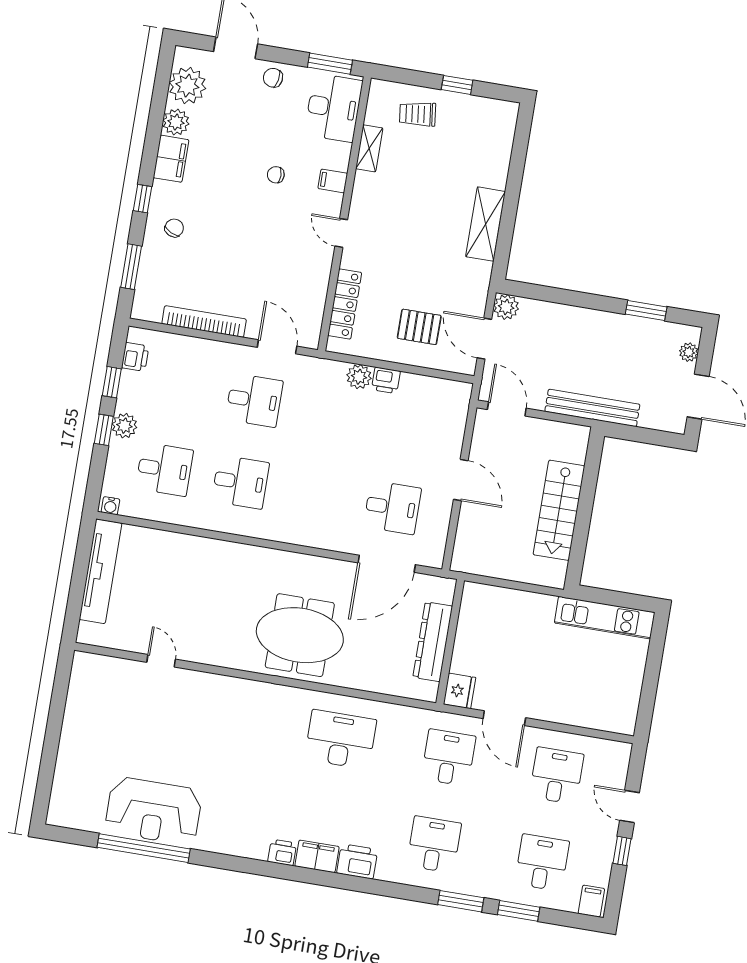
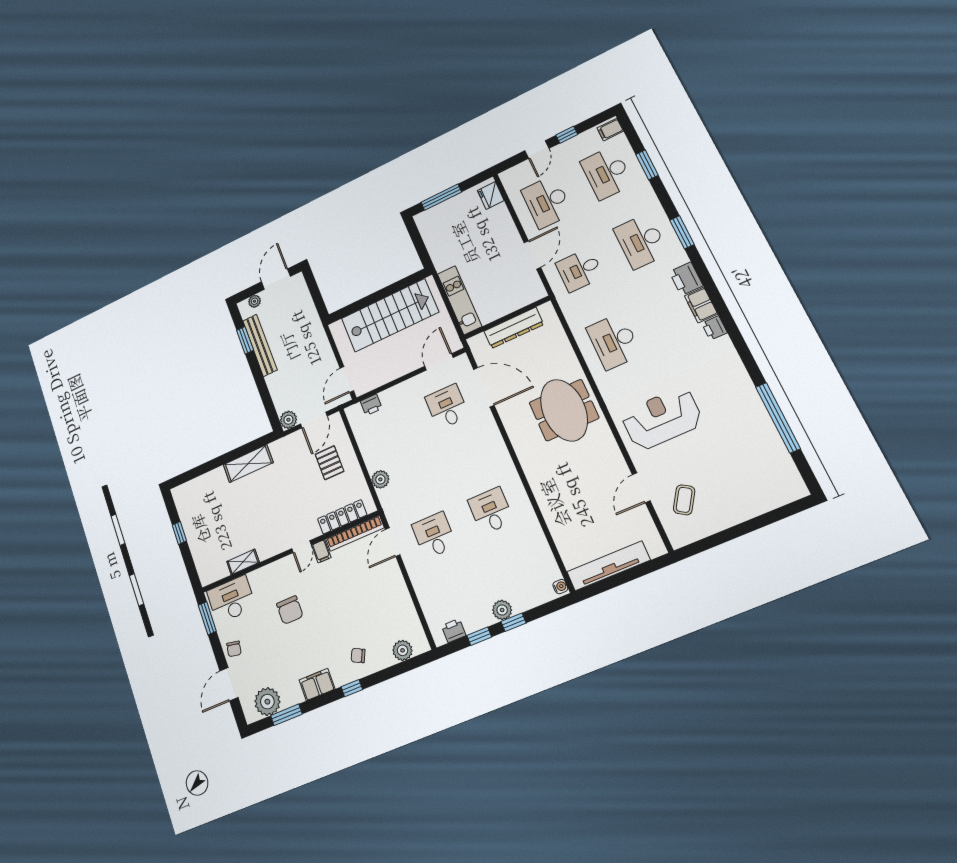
trolley: (418, 114) -> (208, 546), removed
plant: (176, 122) -> (403, 650), moved
chair: (276, 175) -> (290, 610), width x1.87, depth x1.87
filing cabinet: (333, 181) -> (321, 551), moved
window: (131, 267) -> (286, 715), moved
bookcase: (204, 321) -> (355, 533), moved, turned -90
printer: (386, 380) -> (371, 405), moved, turned 90
bench: (592, 408) -> (260, 345), moved
desk: (164, 469) -> (514, 565), removed
door: (461, 480) -> (439, 362), moved
stairs: (559, 510) -> (390, 315), width x1.36, depth x1.51
kitchen unit: (605, 618) -> (460, 300), moved
door: (161, 661) -> (641, 488), width x1.38
window: (654, 661) -> (441, 197), added
fridge: (460, 691) -> (491, 195), moved, turned -90
coffee table: (120, 696) -> (684, 500), added
desk: (557, 776) -> (547, 202), width x1.37
reception desk: (154, 811) -> (662, 419), moved, turned -90
desk: (434, 844) -> (641, 241), width x1.37
desk: (542, 863) -> (607, 173), width x1.37
window: (461, 901) -> (682, 232), moved

